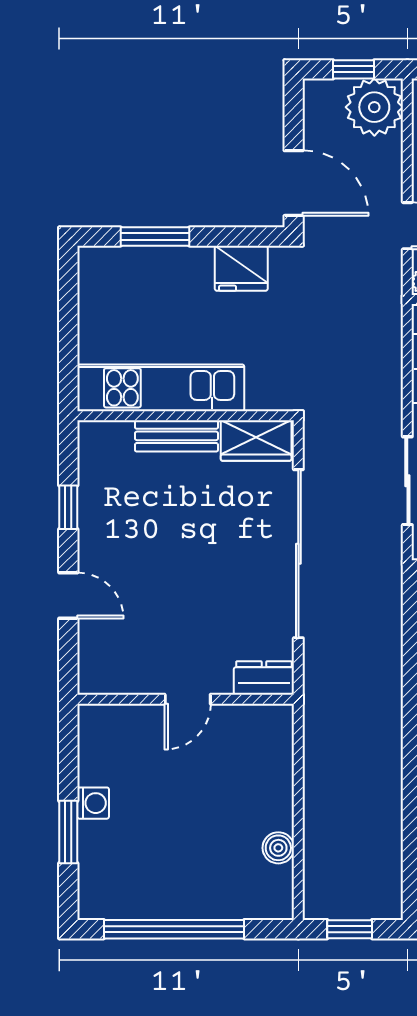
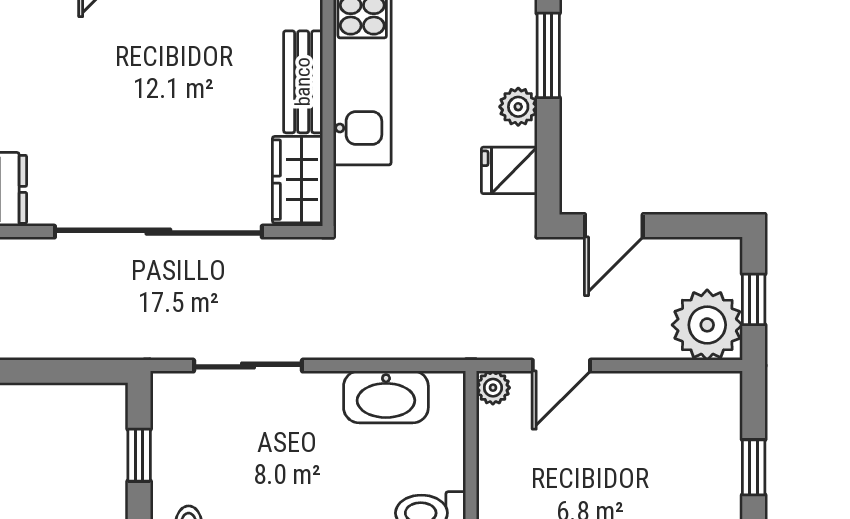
door: (294, 183) -> (614, 226), width x0.73
plant: (197, 261) -> (518, 107), added
fridge: (241, 268) -> (509, 170), width x0.72

